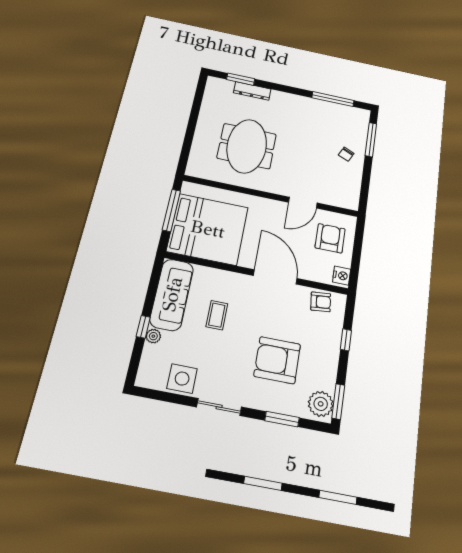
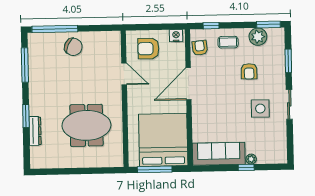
window: (241, 79) -> (26, 116), moved
window: (371, 140) -> (55, 29), width x1.46
chair: (346, 154) -> (73, 47), width x1.87, depth x1.87
coffee table: (217, 315) -> (228, 42), moved
window: (346, 340) -> (211, 26), moved
armchair: (277, 360) -> (249, 71), width x0.53, depth x0.53
side table: (182, 379) -> (260, 109), moved
plant: (321, 404) -> (258, 37), moved

